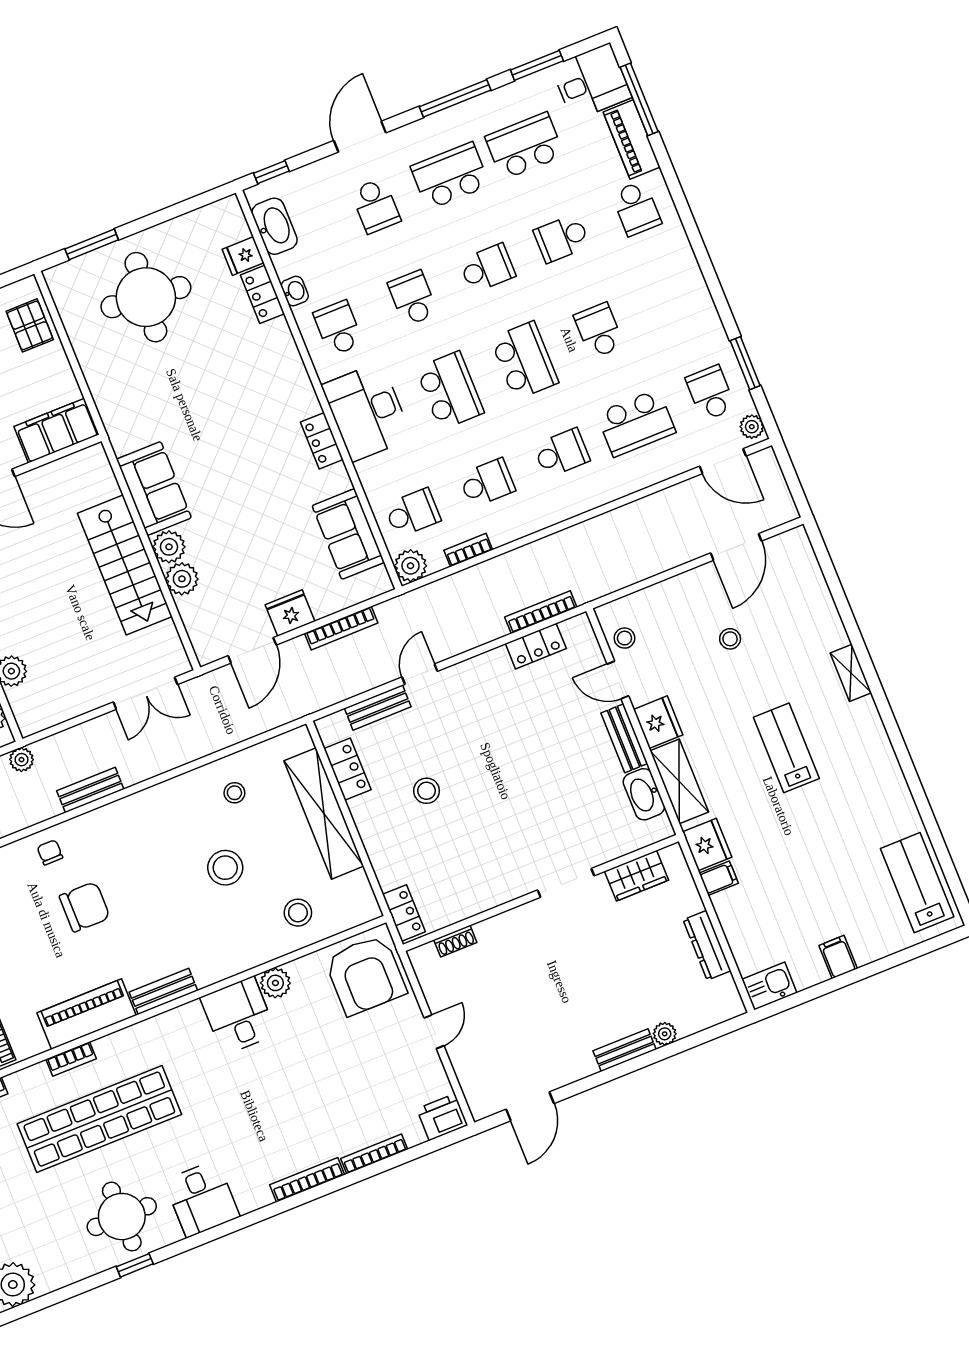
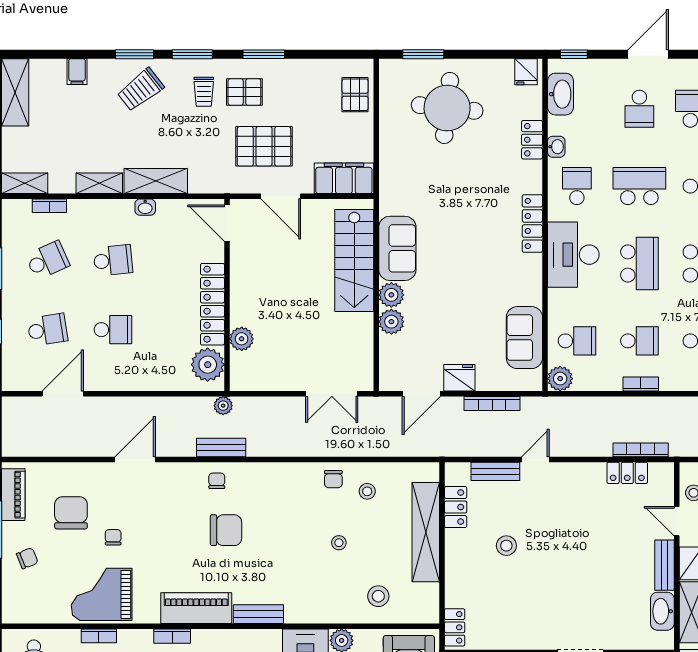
fridge: (243, 256) -> (526, 72), moved, turned -90
school desk: (413, 298) -> (639, 186), width x1.85
locker: (322, 441) -> (532, 223), moved, width x1.53
bookcase: (468, 550) -> (641, 384), moved
stairs: (125, 565) -> (354, 261), moved
bench: (90, 790) -> (221, 448), moved
chair: (188, 794) -> (333, 479), added
stool: (225, 868) -> (339, 543), width x0.53, depth x0.53

